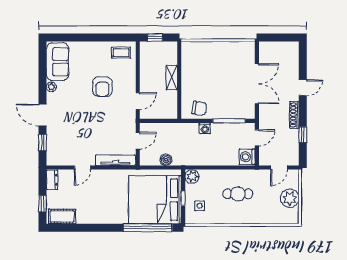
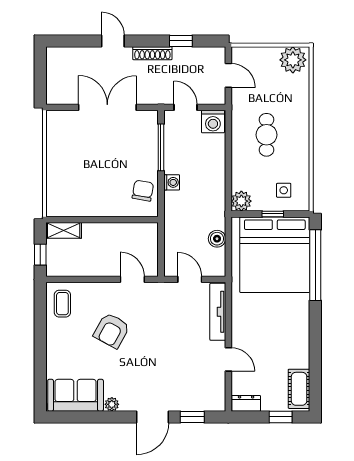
shelving: (172, 77) -> (64, 230), moved
armchair: (102, 87) -> (112, 331), turned 119
plant: (290, 198) -> (293, 60), moved

